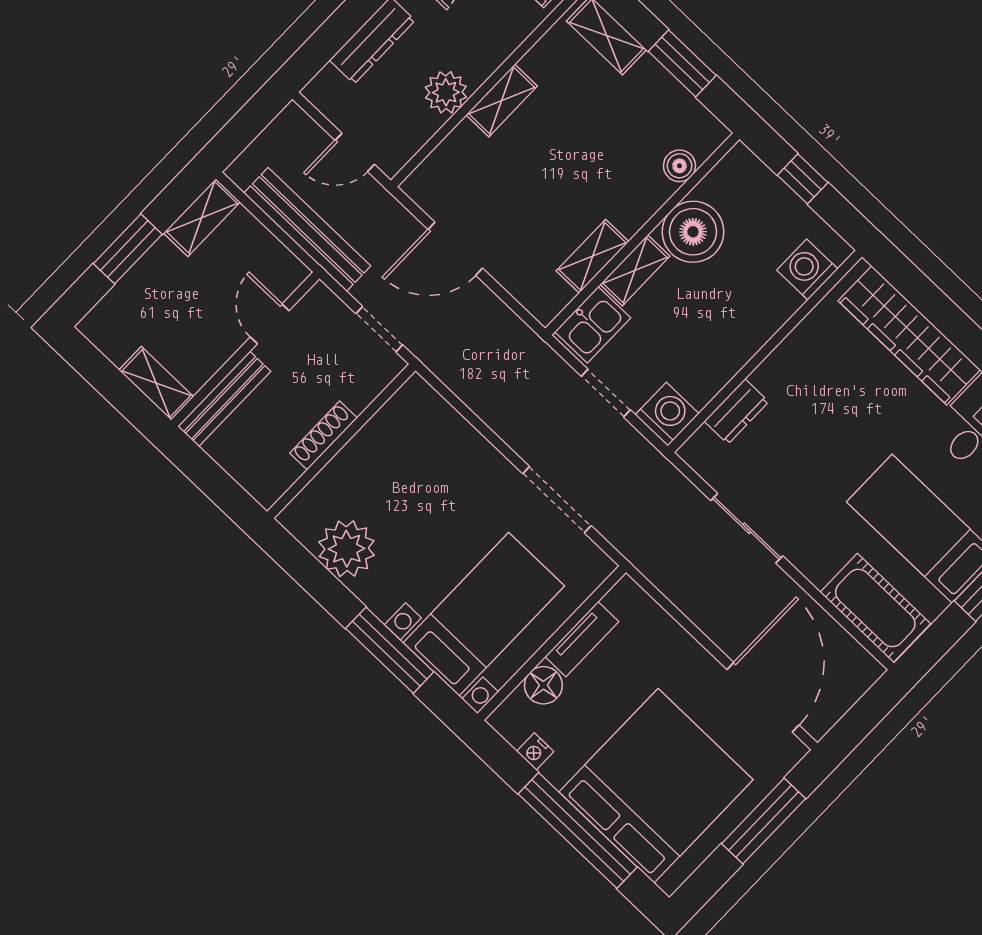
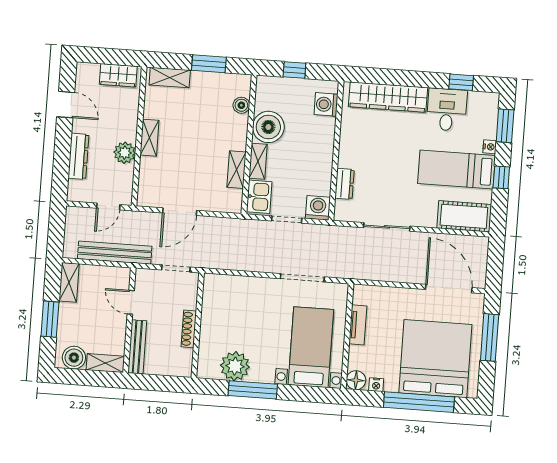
boiler: (116, 336) -> (74, 358), added
window: (390, 650) -> (253, 390), moved
floor lamp: (543, 685) -> (356, 380), moved

